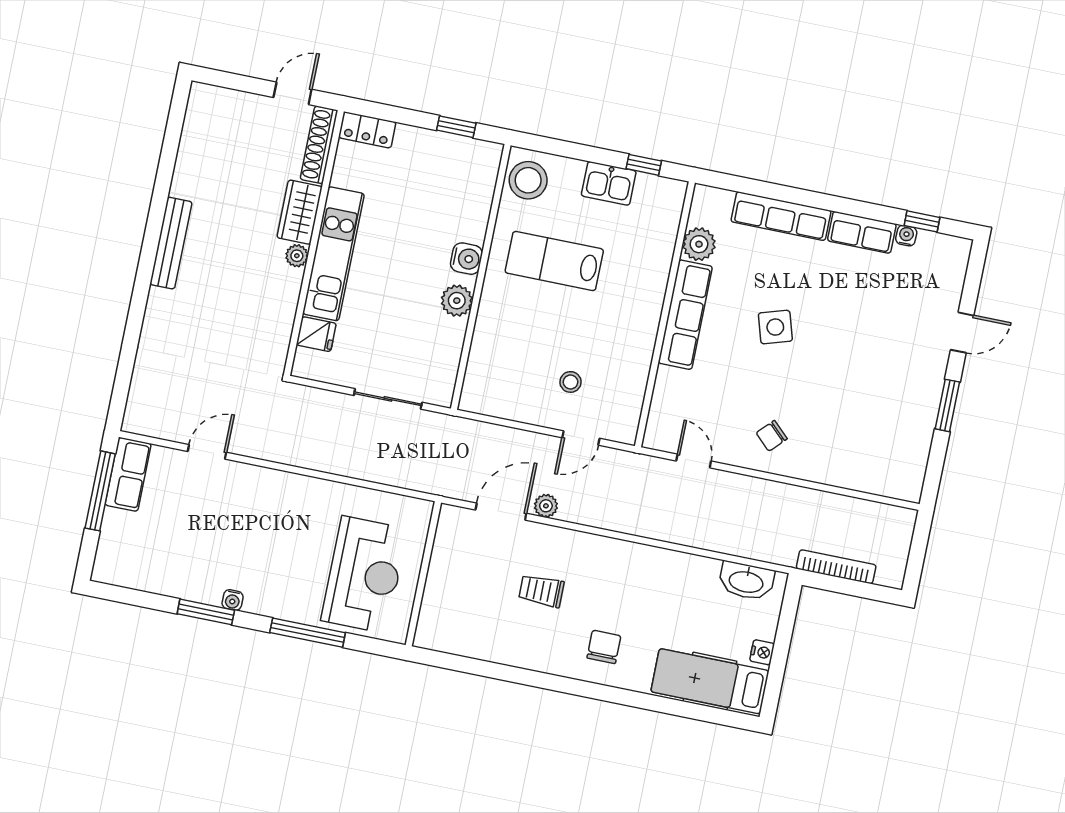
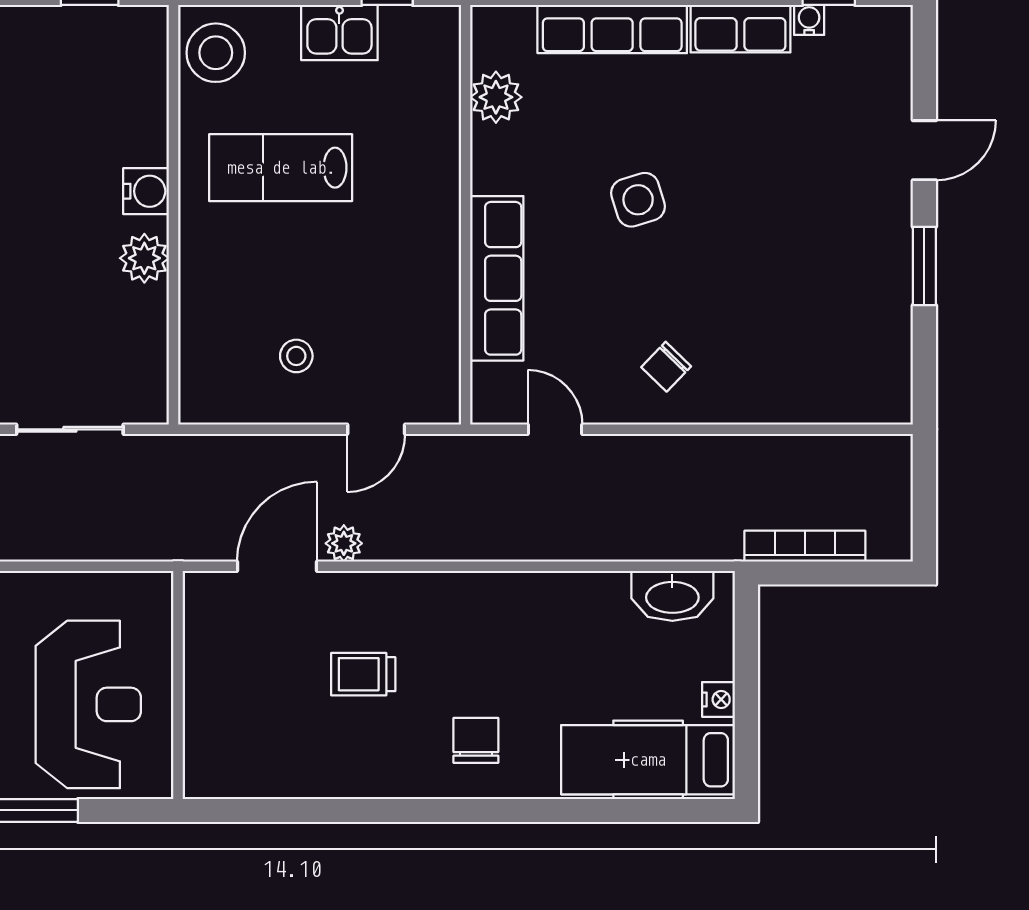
row of seats: (685, 315) -> (497, 278), moved
stool: (570, 382) -> (296, 356), moved

